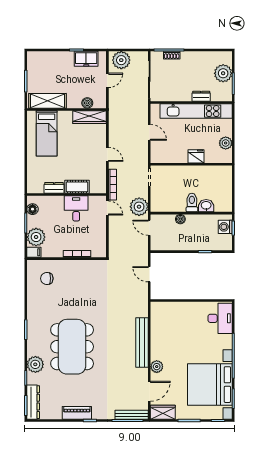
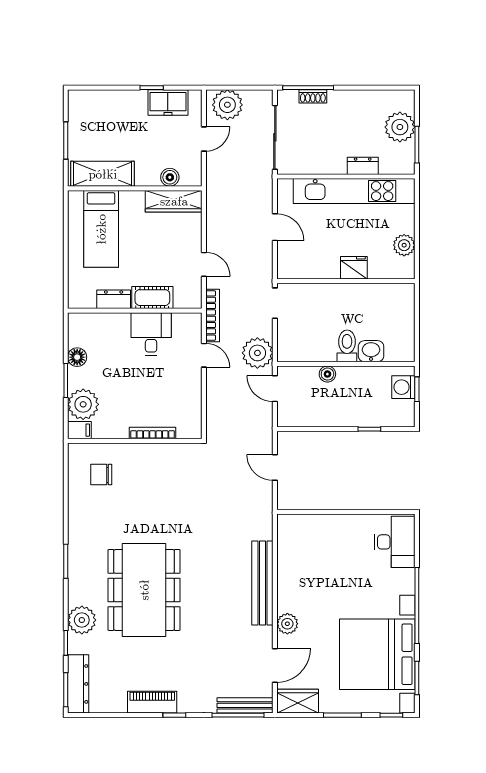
cot: (77, 187) -> (152, 298), moved
dresser: (54, 188) -> (114, 299), moved
wall: (67, 195) -> (135, 311), moved
desk: (76, 208) -> (151, 334), moved

